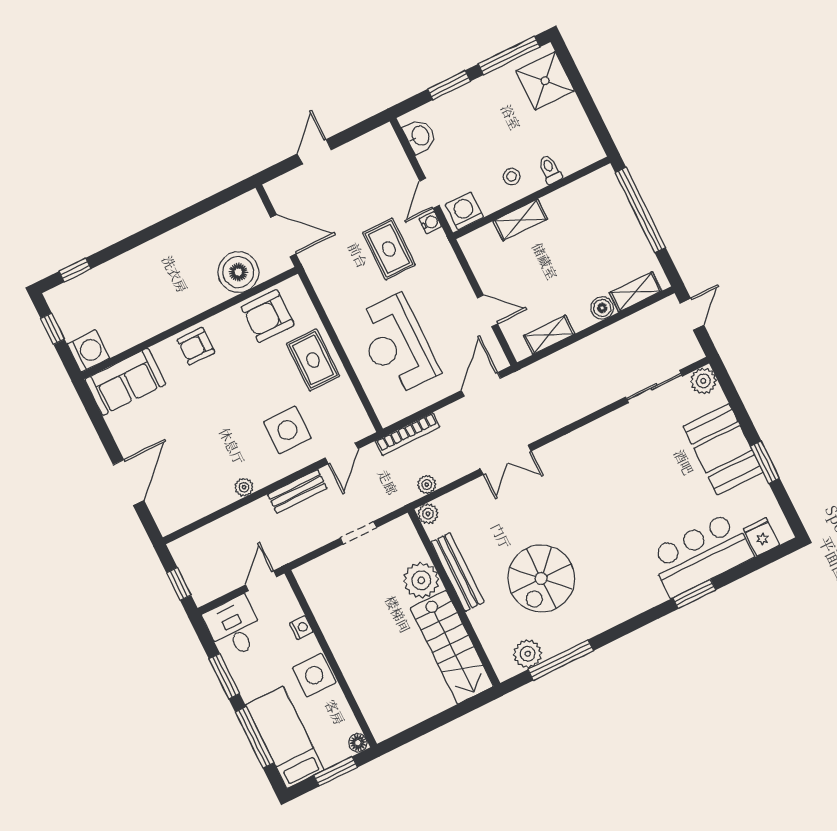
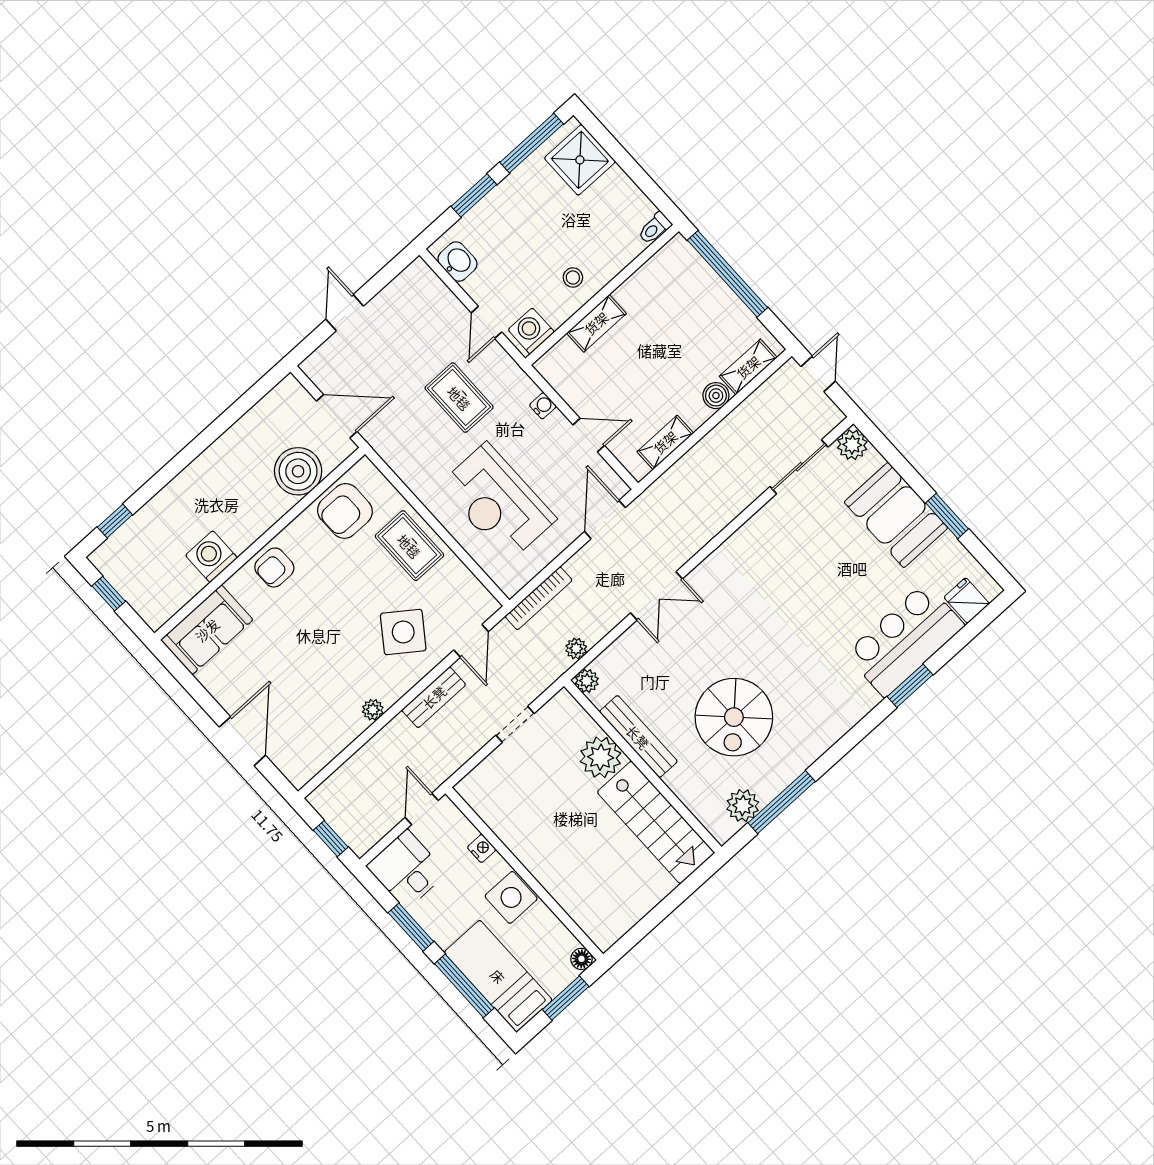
toilet: (550, 169) -> (655, 228), moved, turned -90
water cooler: (430, 223) -> (543, 406), moved
washing machine: (88, 351) -> (211, 557), moved, turned -90
side table: (287, 430) -> (403, 632), turned 36

